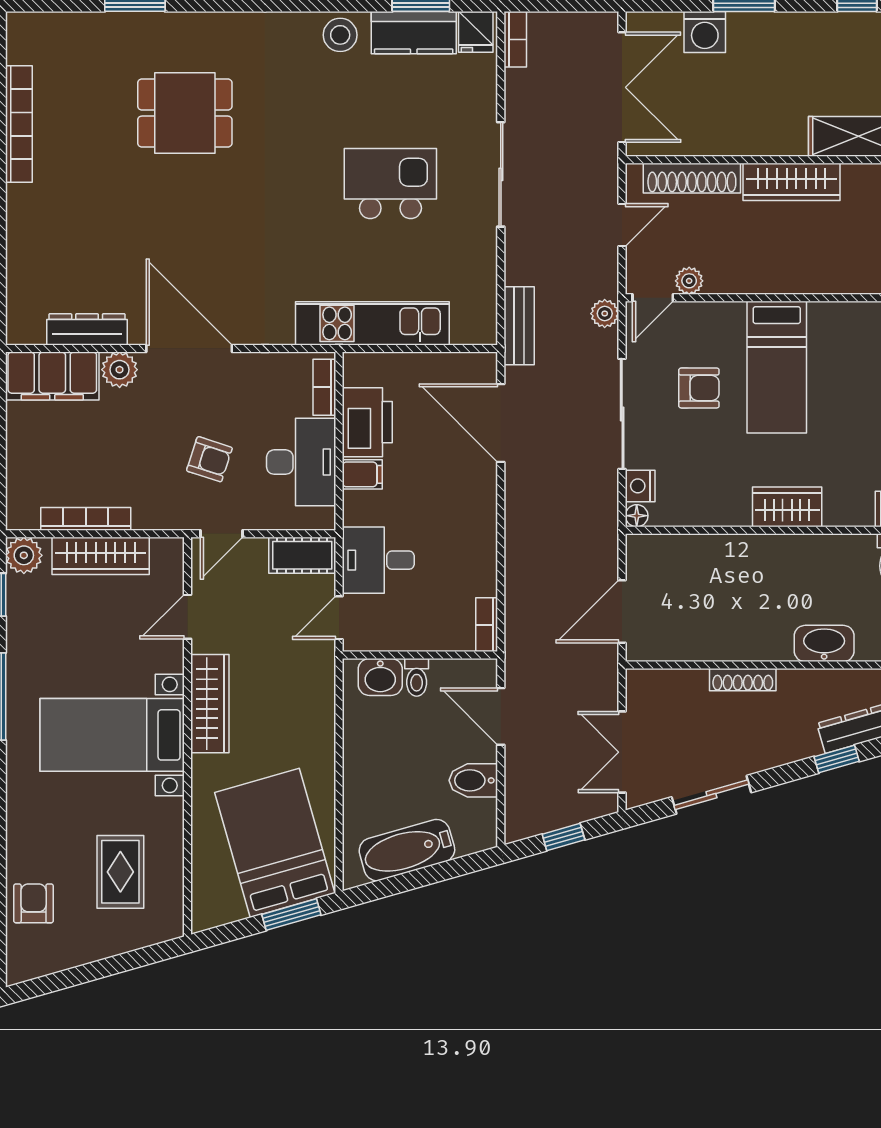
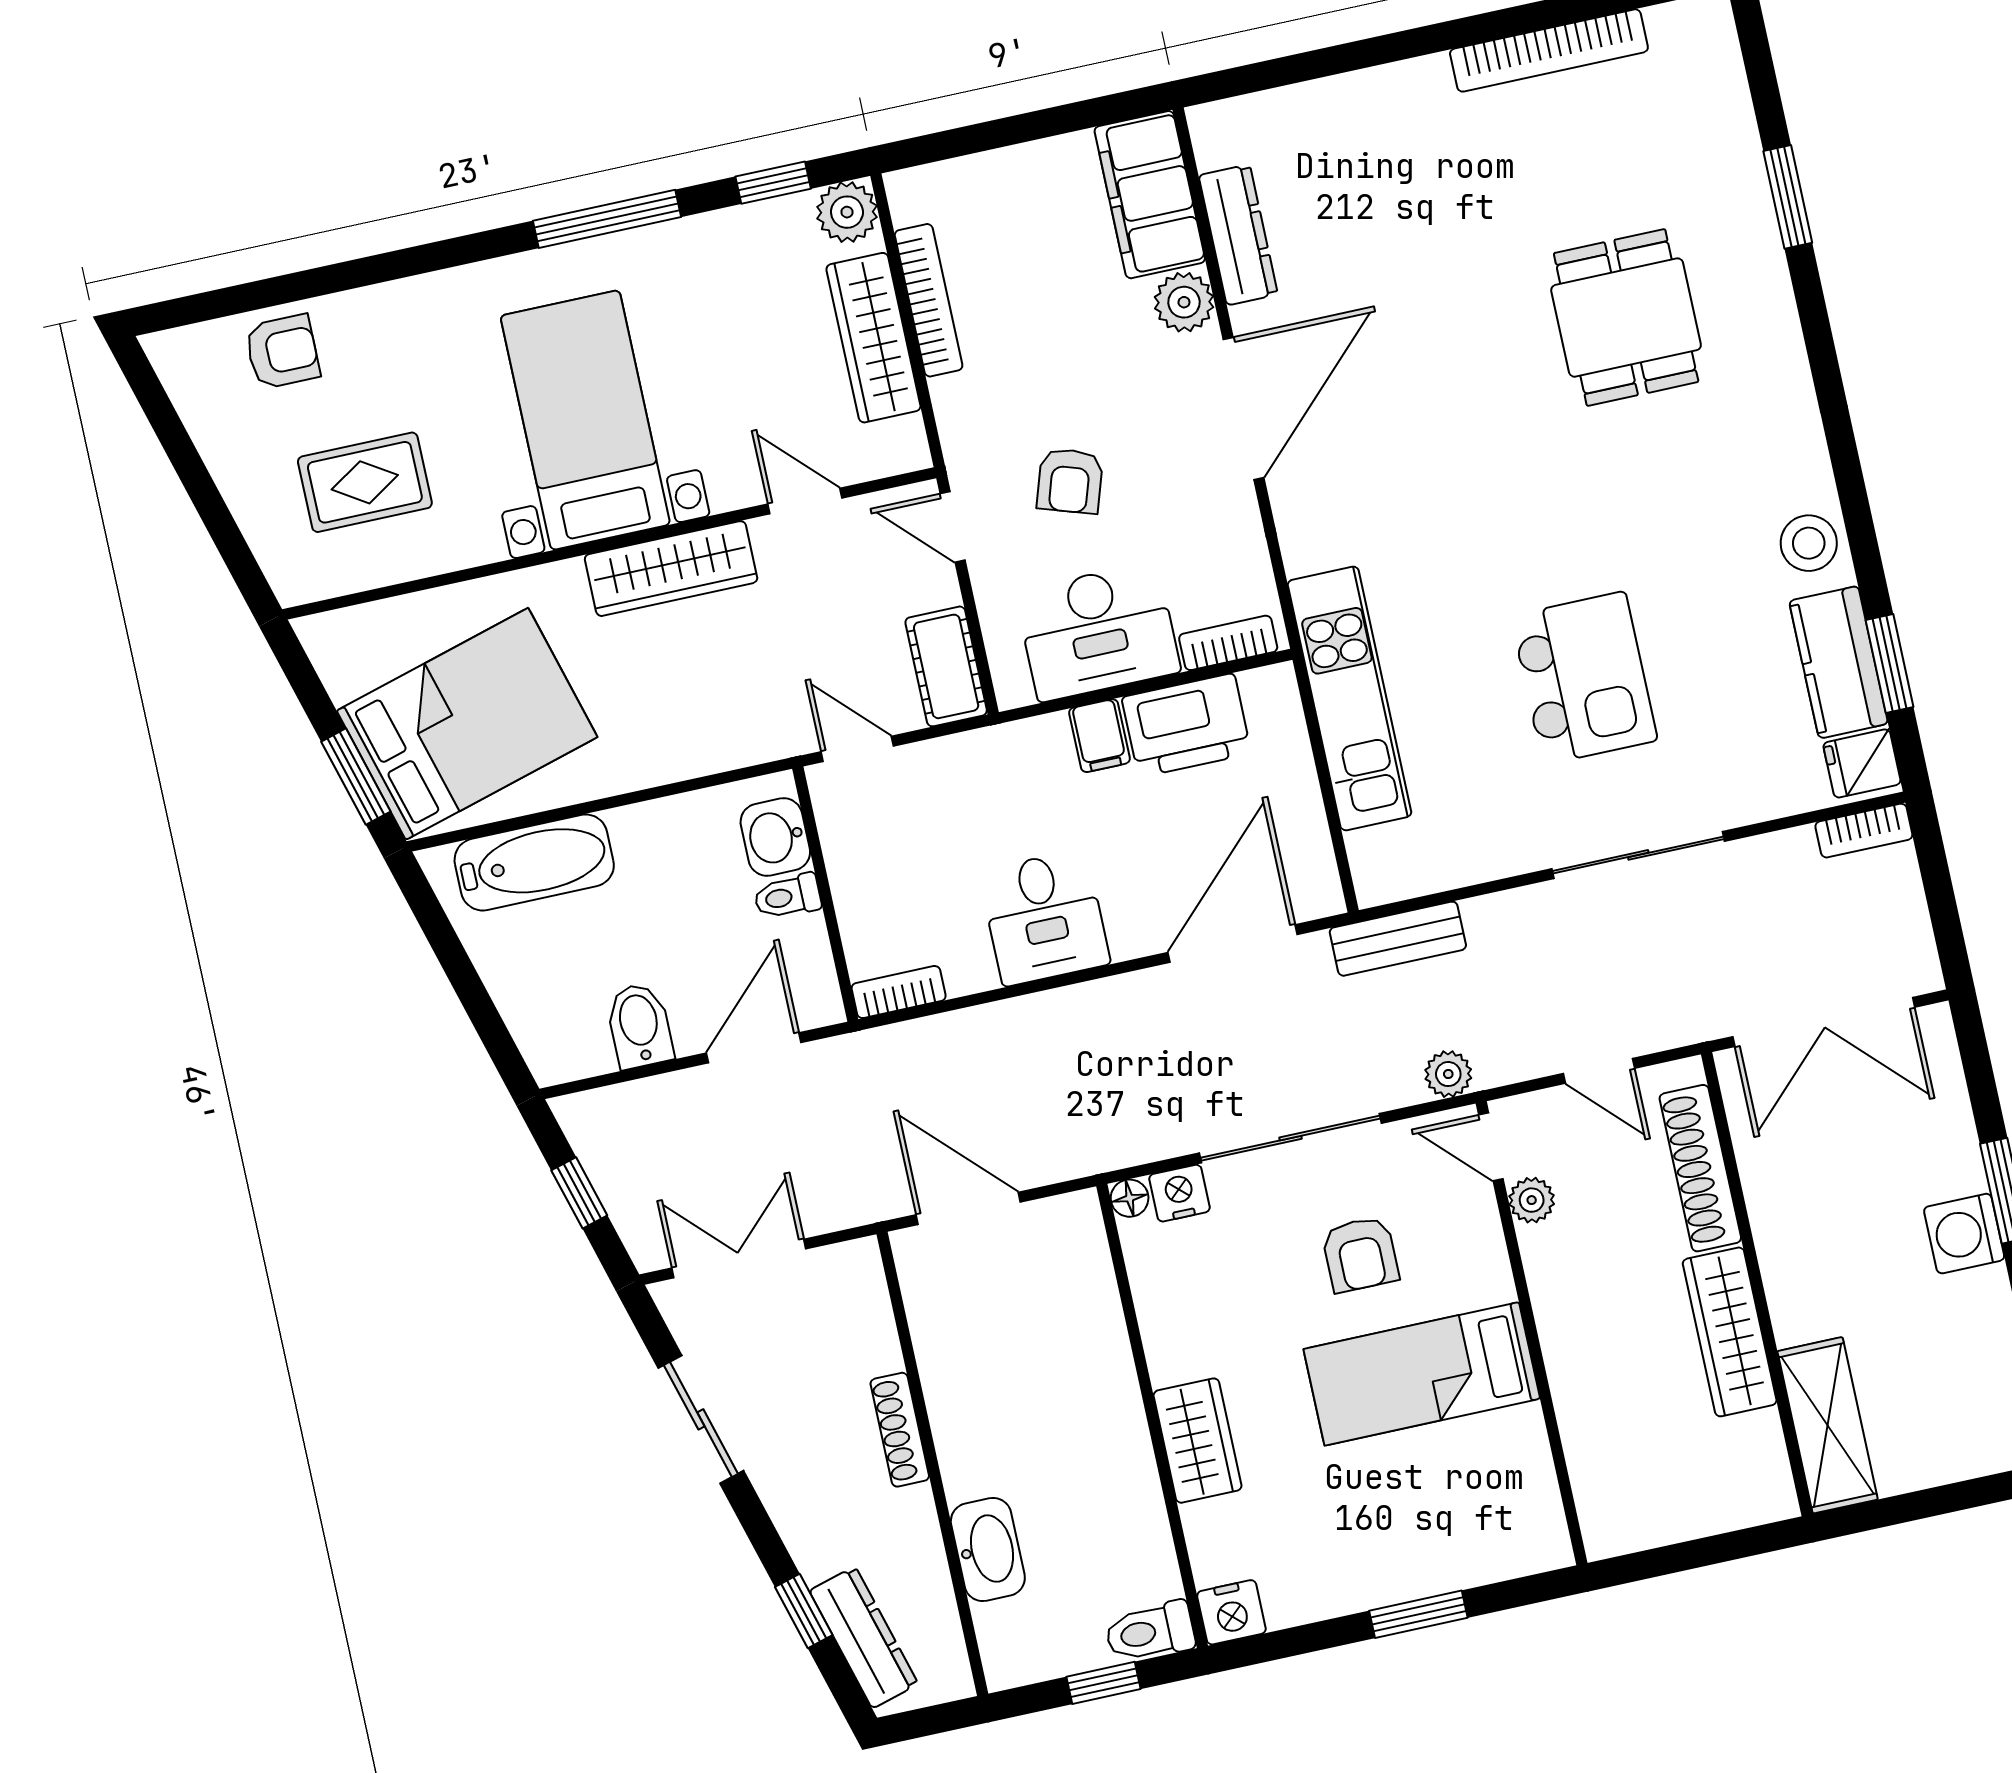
washing machine: (705, 32) -> (1964, 1234), moved
desk: (378, 560) -> (1044, 917), moved, turned 180
bathtub: (407, 850) -> (534, 862), moved, turned 106

